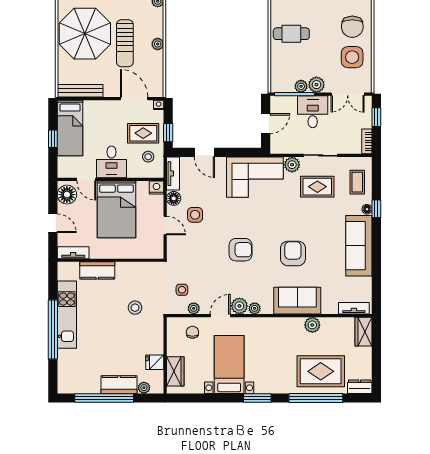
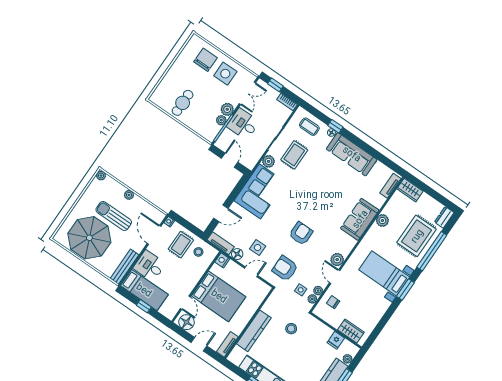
chair: (352, 27) -> (205, 60), turned -90
sun lounger: (125, 43) -> (114, 216), turned 180
door: (134, 99) -> (154, 235), hinge flipped
window: (168, 133) -> (192, 228), removed
desk: (112, 162) -> (149, 266), moved, turned 180
door: (86, 179) -> (185, 303), hinge flipped
armchair: (293, 253) -> (285, 268), moved
kitchen counter: (97, 270) -> (254, 331), width x1.50
plant: (255, 308) -> (312, 299), moved
bed with nightstands: (229, 364) -> (384, 273), moved

